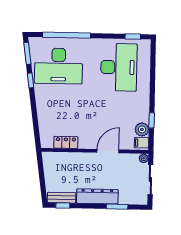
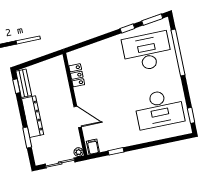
desk: (58, 66) -> (147, 52), turned 90
plant: (142, 129) -> (105, 144), removed

